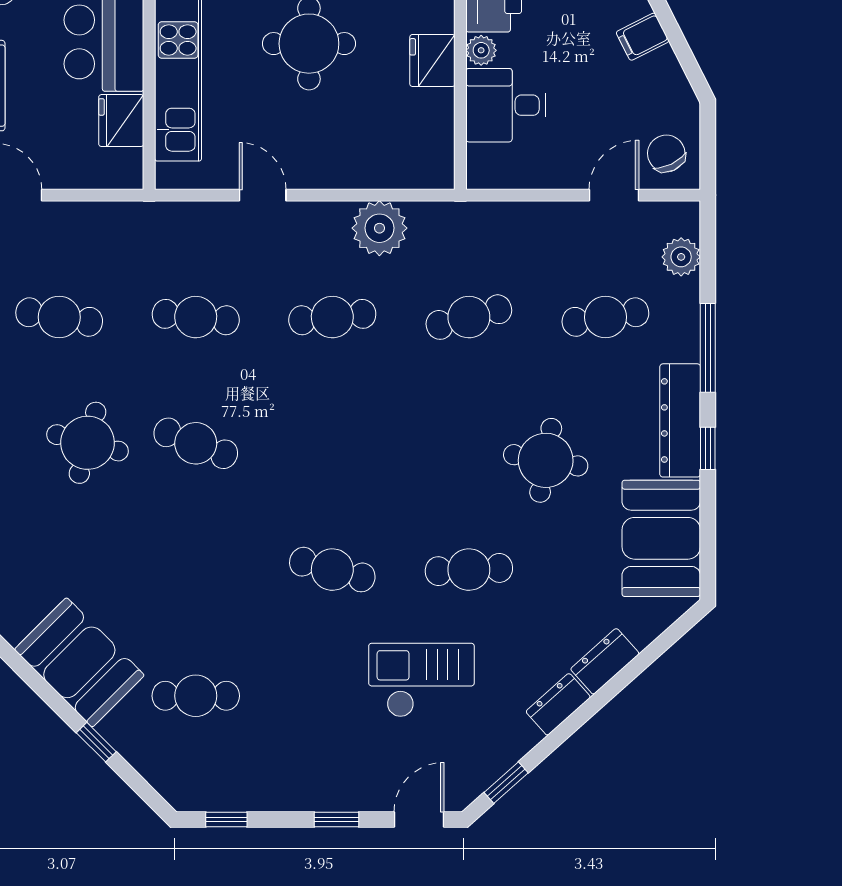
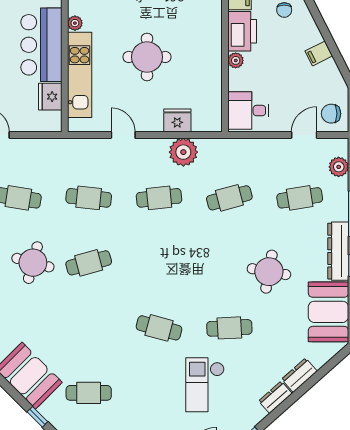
fridge: (432, 60) -> (177, 121), moved, turned 90
desk: (506, 105) -> (248, 111), moved
chair: (666, 154) -> (331, 114), turned -64
cafe table: (196, 443) -> (89, 263), turned -36
checkout: (421, 680) -> (205, 385), turned -90

